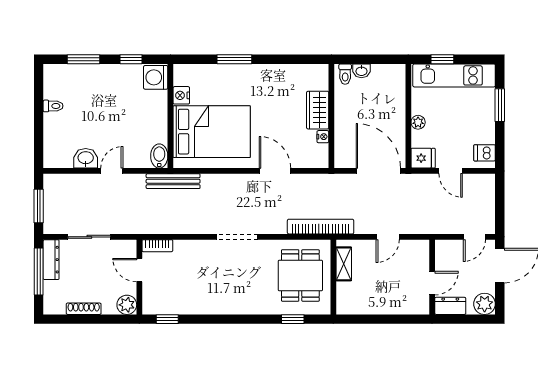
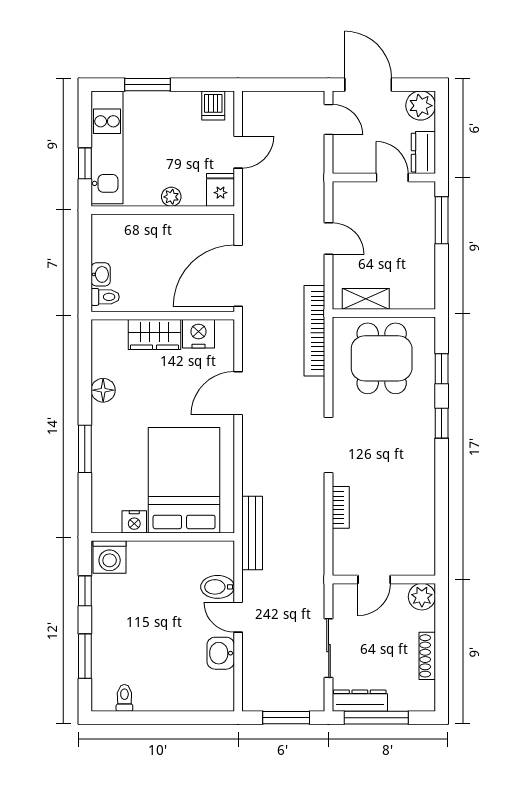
floor lamp: (277, 73) -> (103, 390), added
toilet: (53, 106) -> (124, 698), moved
nightstand: (323, 137) -> (198, 334), width x1.89, depth x1.79
bidet: (159, 156) -> (218, 587), moved
door: (378, 171) -> (238, 276), moved
bookcase: (157, 246) -> (341, 507), moved
dining table: (300, 275) -> (382, 358), turned 90
window: (167, 319) -> (442, 423), moved
window: (401, 319) -> (442, 220), added

